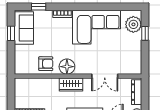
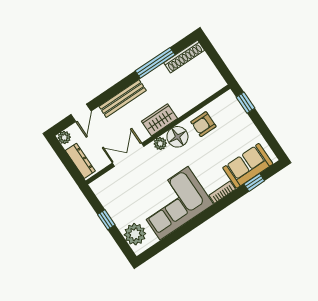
sofa: (24, 28) -> (248, 166), moved, turned 90
window: (11, 33) -> (245, 103), moved
window: (145, 33) -> (106, 220), moved
plant: (80, 70) -> (160, 144), added

